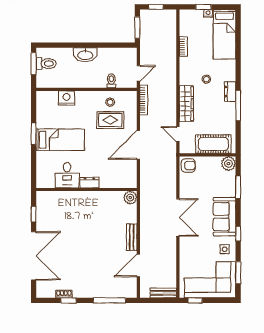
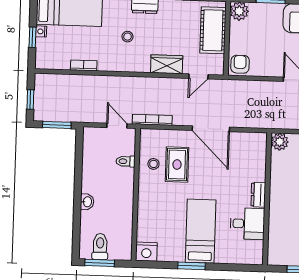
washbasin: (85, 55) -> (87, 202), width x0.52, depth x0.69
nightstand: (66, 98) -> (146, 252), moved, turned -90
wardrobe: (186, 104) -> (167, 64), width x0.67

